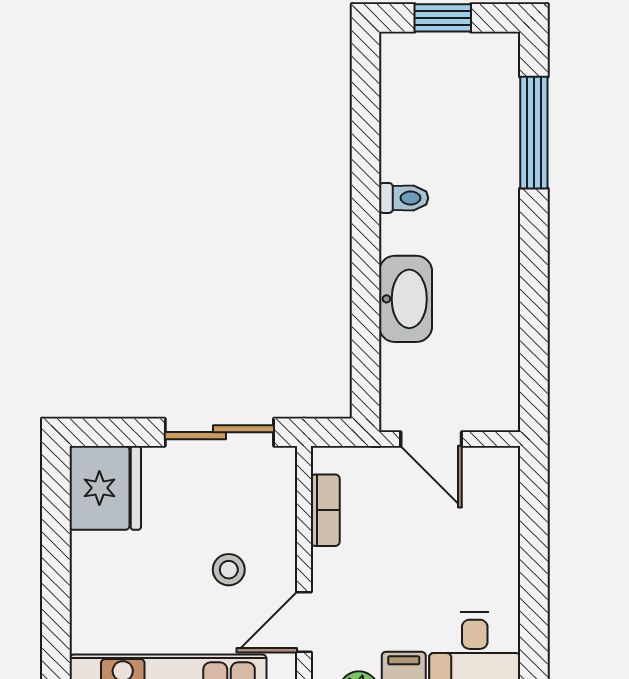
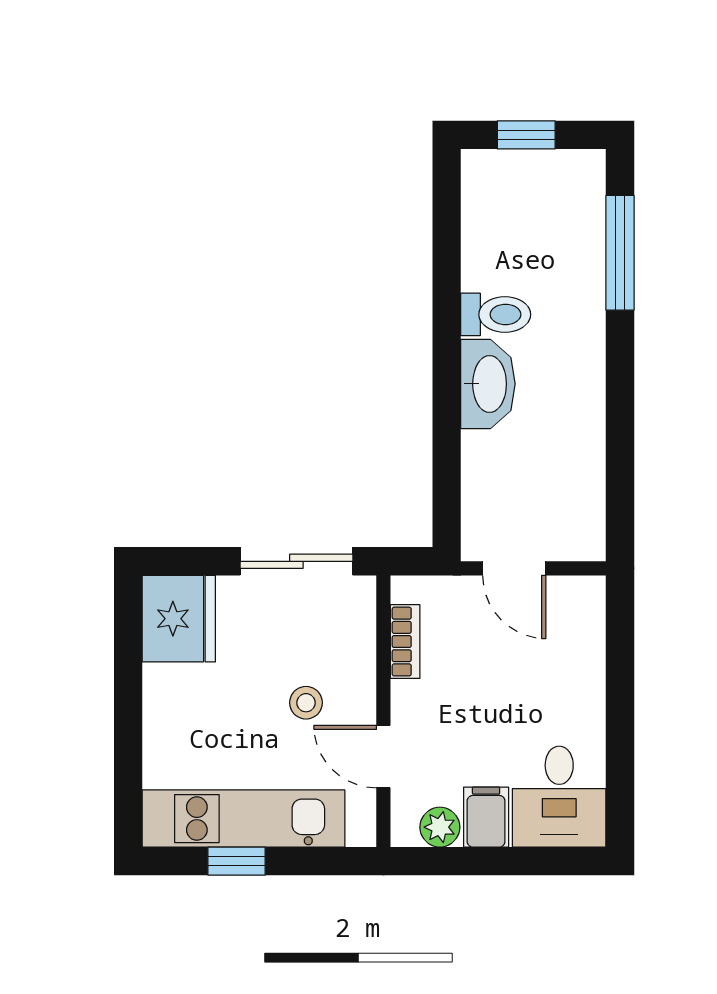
toilet: (404, 198) -> (496, 314), width x1.37, depth x1.39
washbasin: (406, 299) -> (488, 384), moved
door: (304, 622) -> (383, 757), hinge flipped

